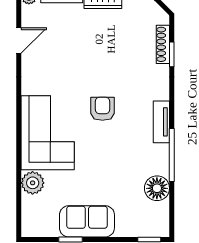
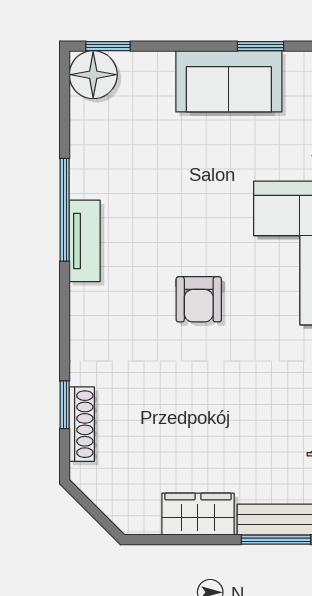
tv unit: (161, 122) -> (85, 241), moved
floor lamp: (157, 188) -> (93, 75), moved

